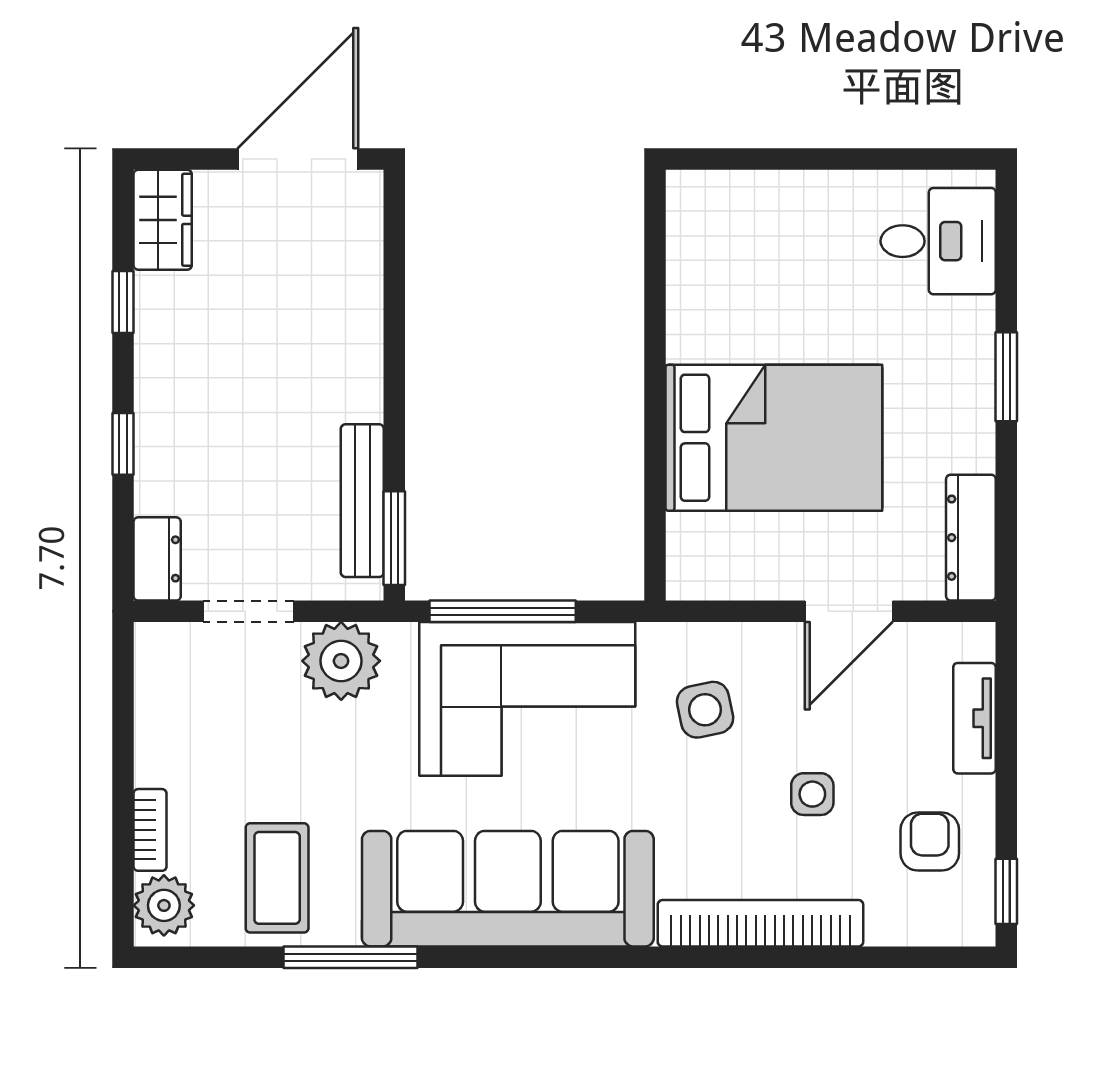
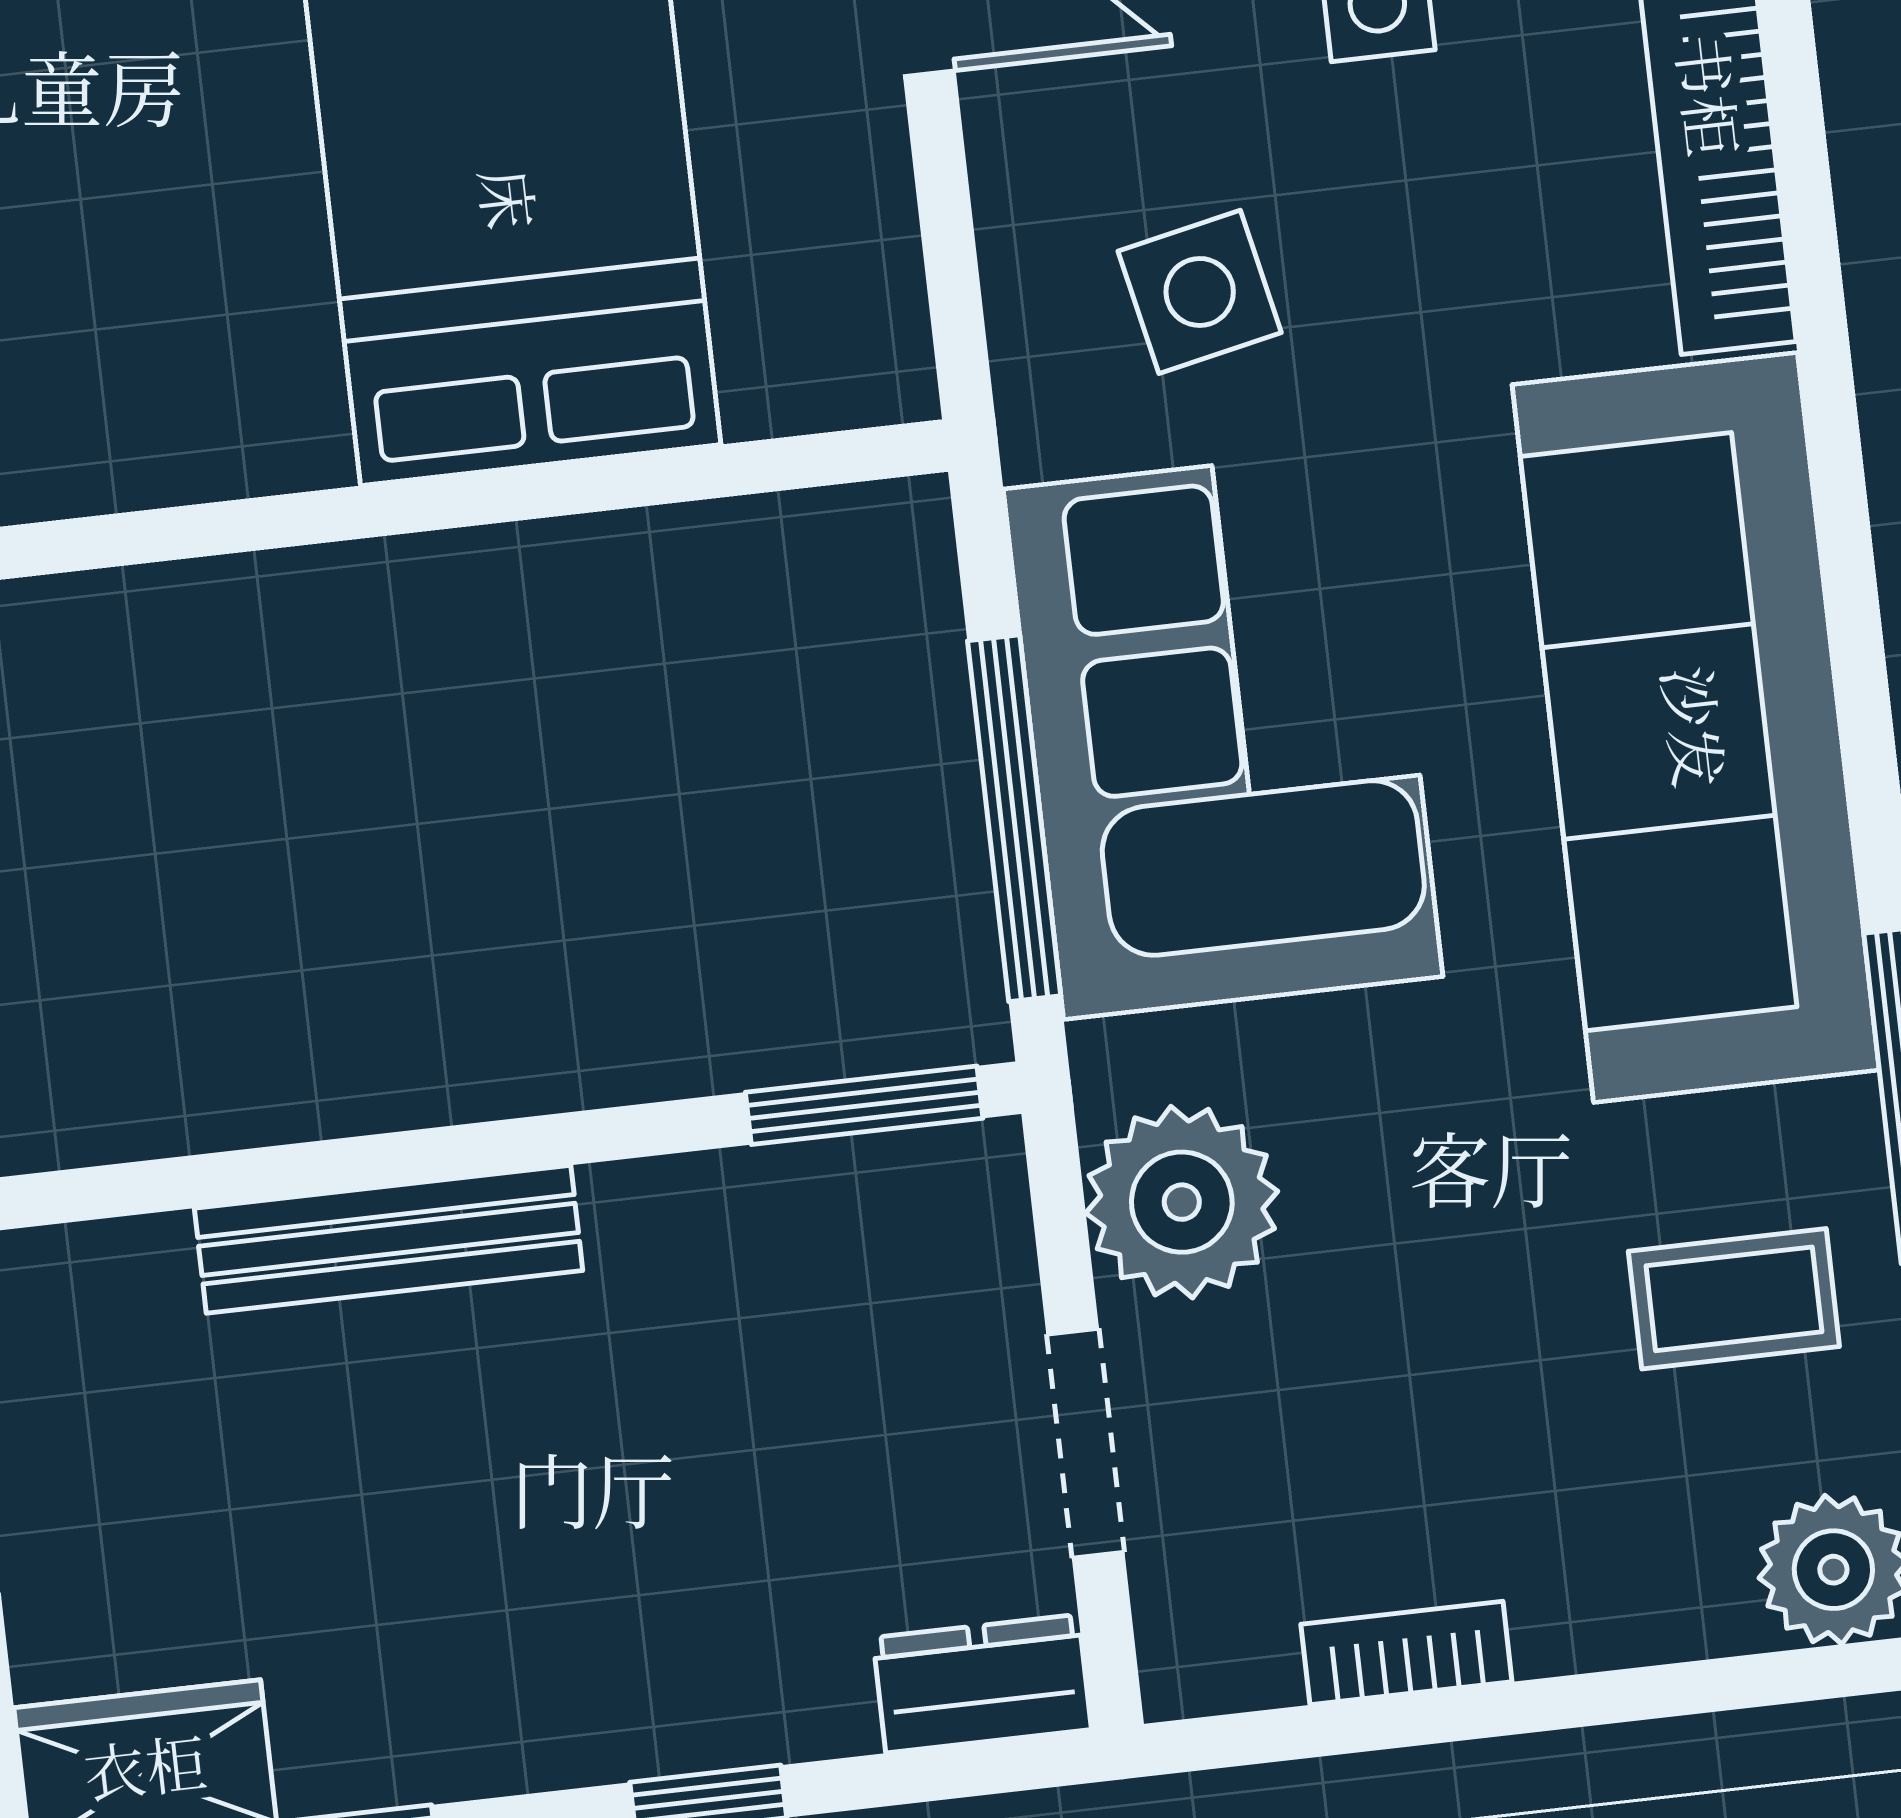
bench: (362, 501) -> (389, 1239), moved
bookcase: (150, 830) -> (1406, 1653), moved
coffee table: (277, 878) -> (1734, 1299), width x0.73, depth x0.77

